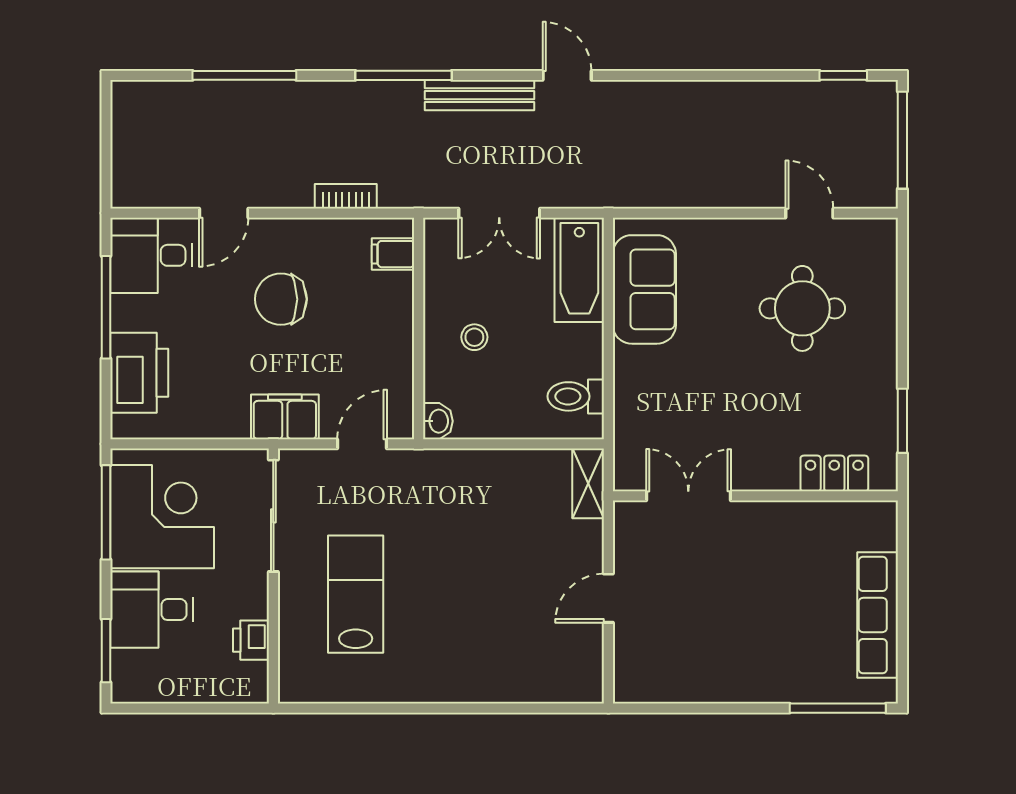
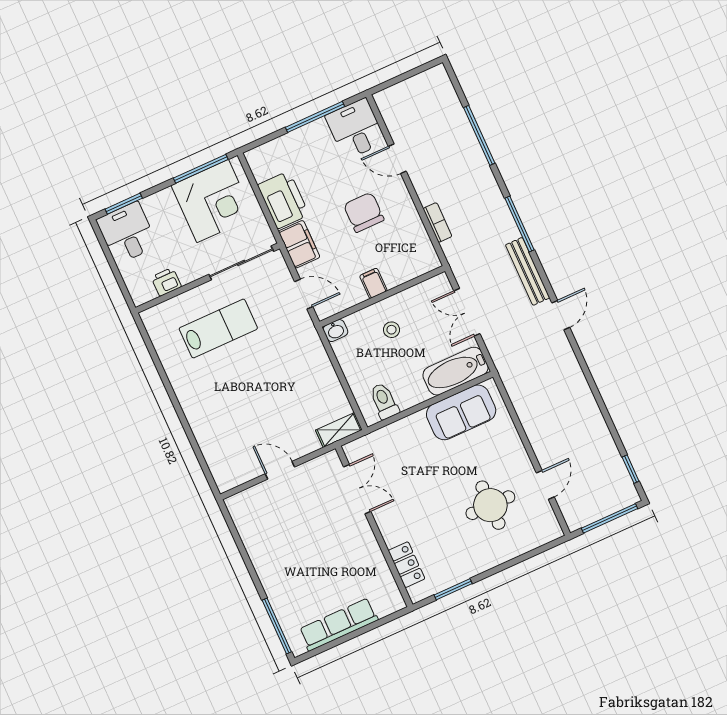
filing cabinet: (393, 254) -> (373, 283), moved
printer: (139, 373) -> (283, 200), moved, turned -90
desk: (152, 610) -> (127, 233), moved

